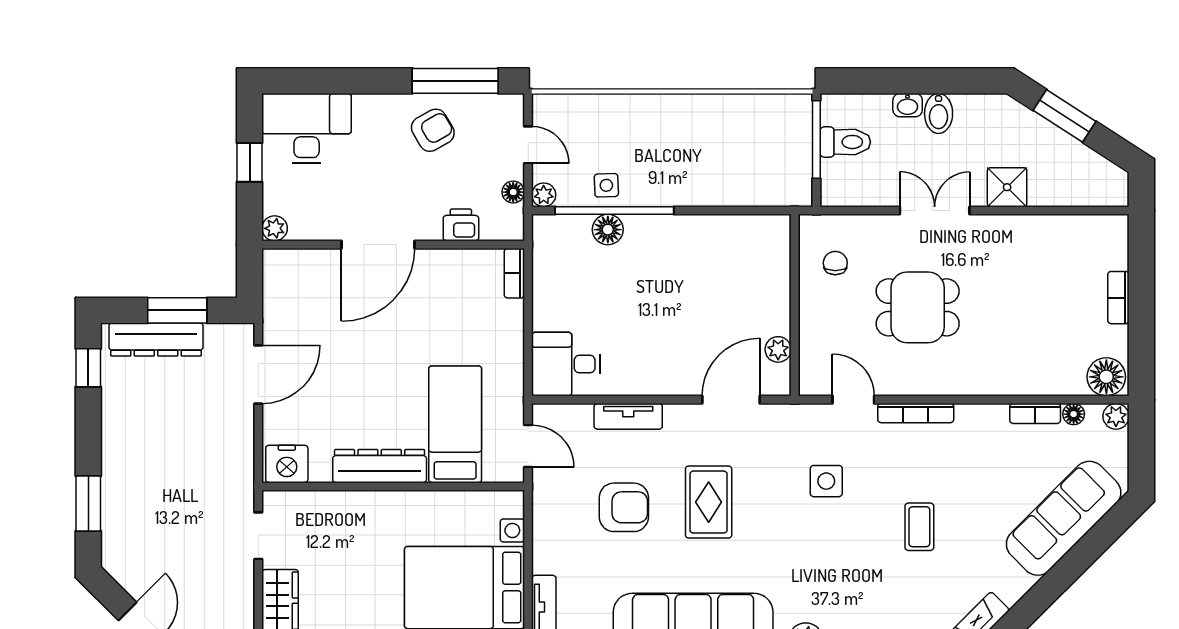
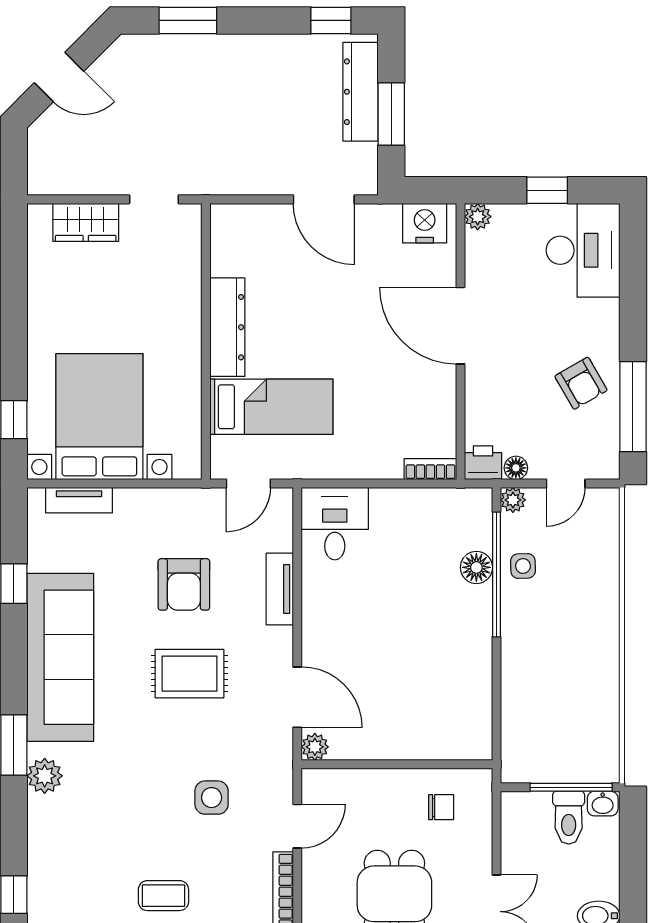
washbasin: (908, 105) -> (603, 804), moved, turned -90
printer: (461, 225) -> (483, 463), moved, turned -90
plant: (778, 349) -> (315, 747), moved
nightstand: (287, 464) -> (425, 223), moved, turned 90

